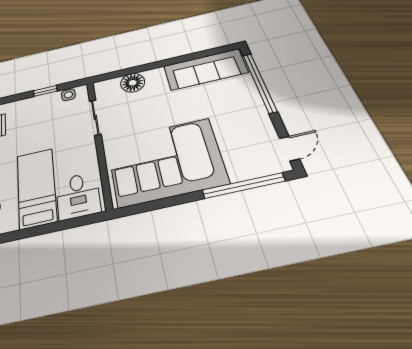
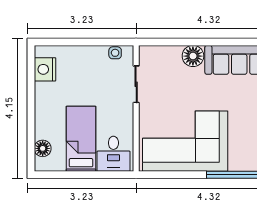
floor lamp: (133, 83) -> (193, 56), moved
window: (45, 91) -> (94, 42), removed

